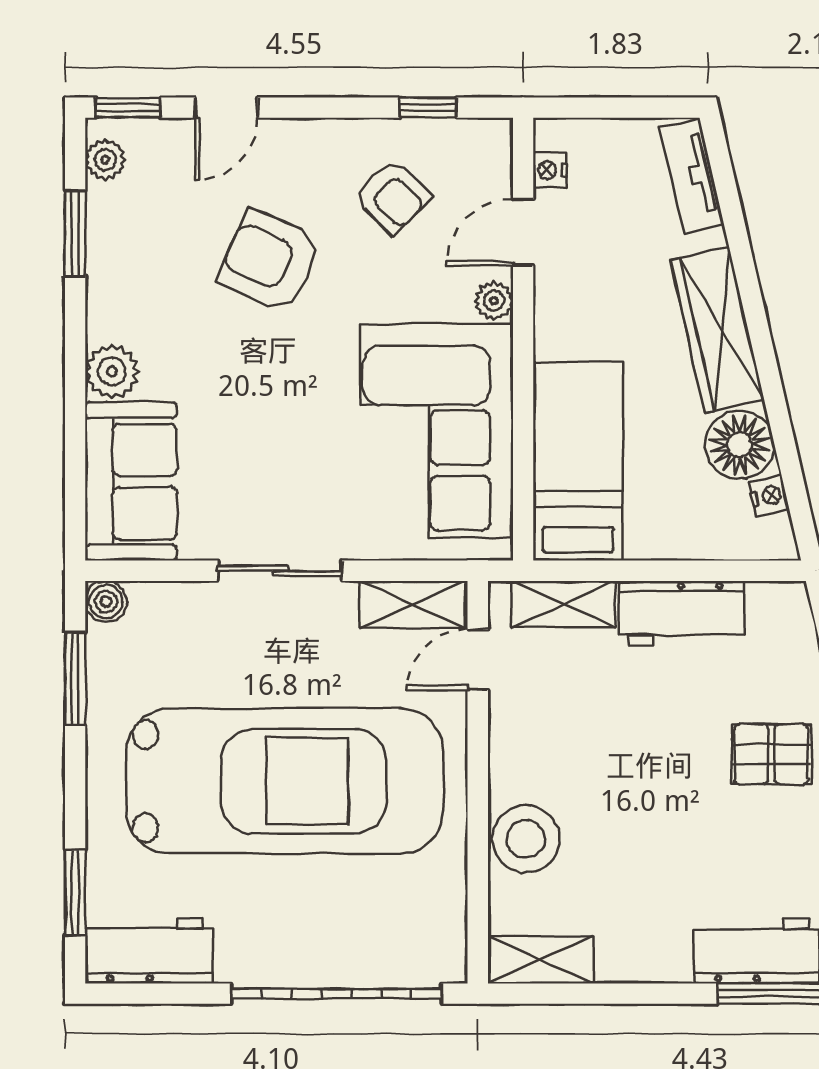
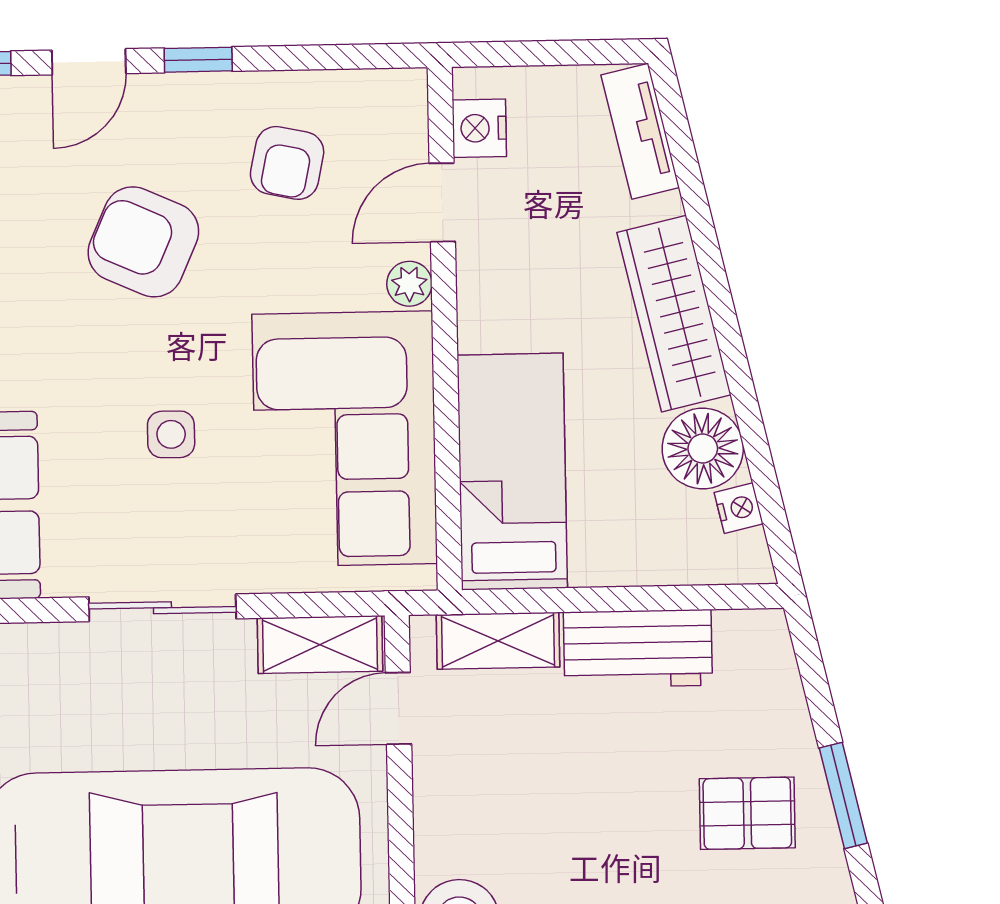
window: (428, 108) -> (198, 60), moved
nightstand: (550, 170) -> (479, 128), width x1.39, depth x1.35
armchair: (392, 196) -> (287, 163), turned 57
side table: (290, 424) -> (171, 434), added

